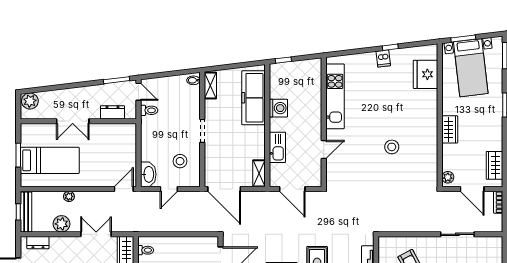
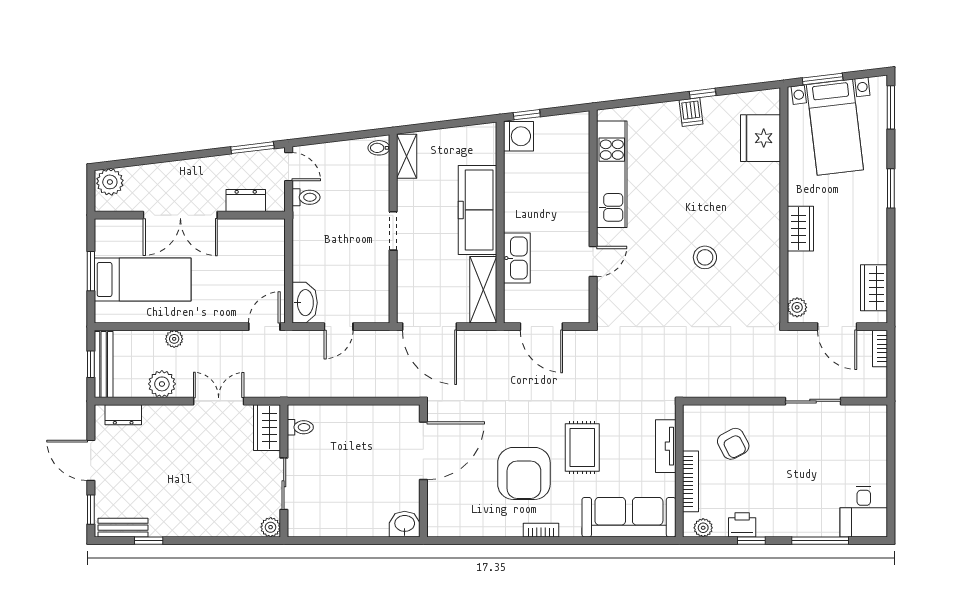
freezer: (253, 98) -> (478, 210), moved
washing machine: (278, 108) -> (519, 136), moved
double door: (73, 121) -> (180, 215), width x1.37
stool: (180, 161) -> (357, 281), removed
shelving: (259, 173) -> (483, 290), width x1.50, depth x1.33

